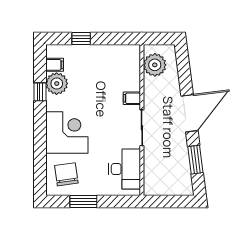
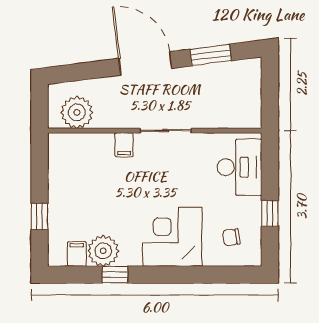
desk: (125, 169) -> (239, 167), moved, turned 90
chair: (66, 174) -> (231, 237), width x0.54, depth x0.54
window: (83, 202) -> (270, 213), width x0.67

